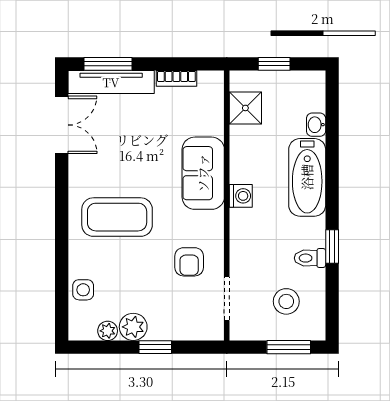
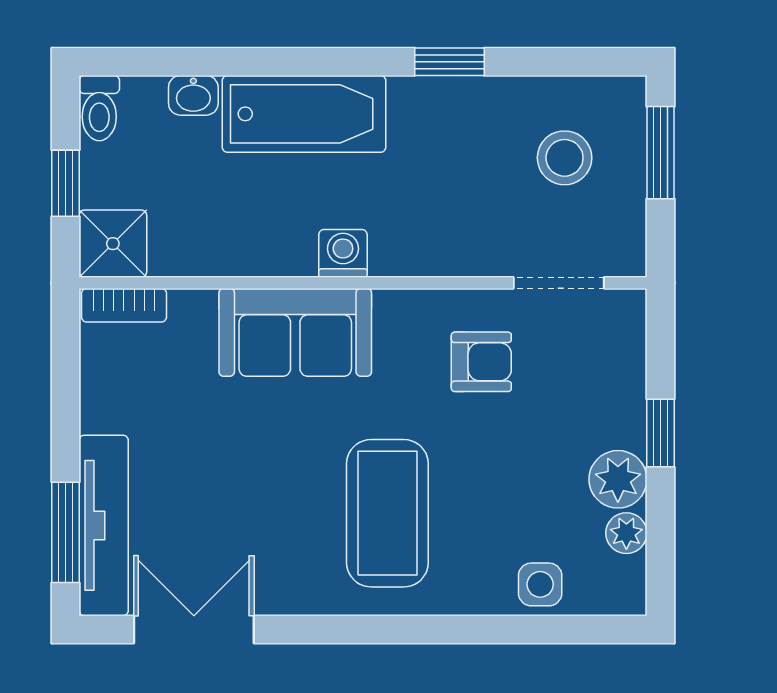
bookcase: (176, 78) -> (124, 305), moved, turned 90
shower: (245, 108) -> (113, 244), moved
toilet: (310, 258) -> (99, 108), moved

